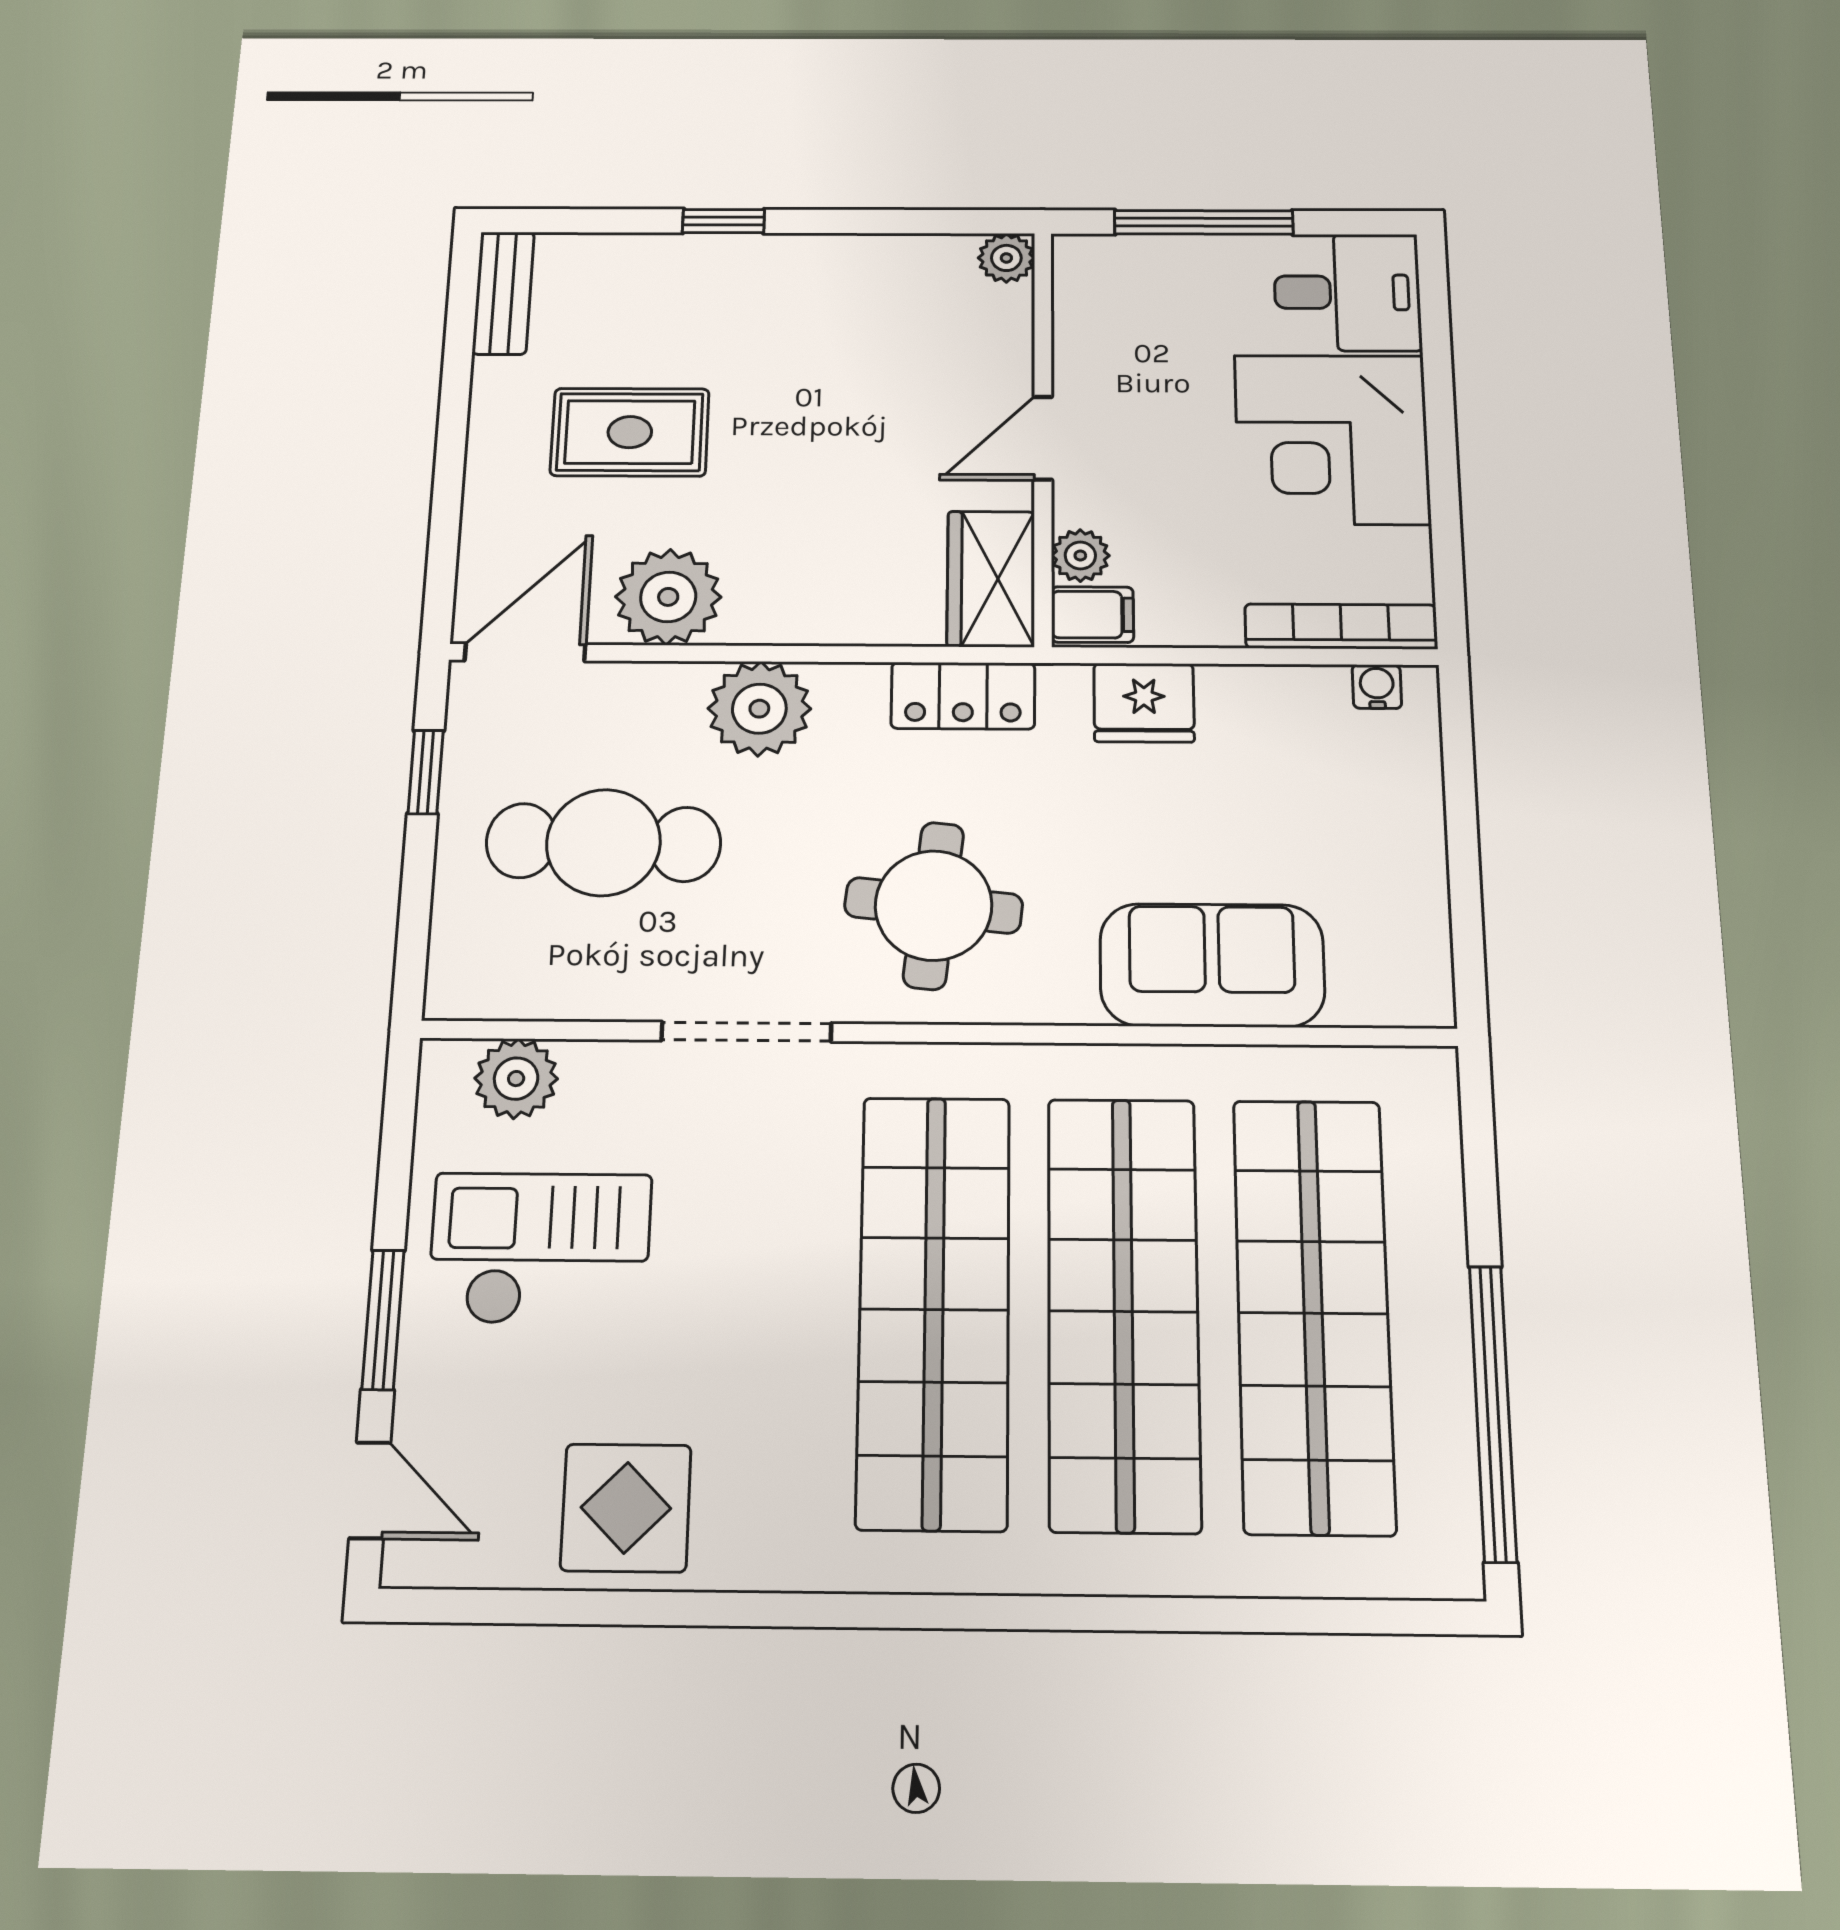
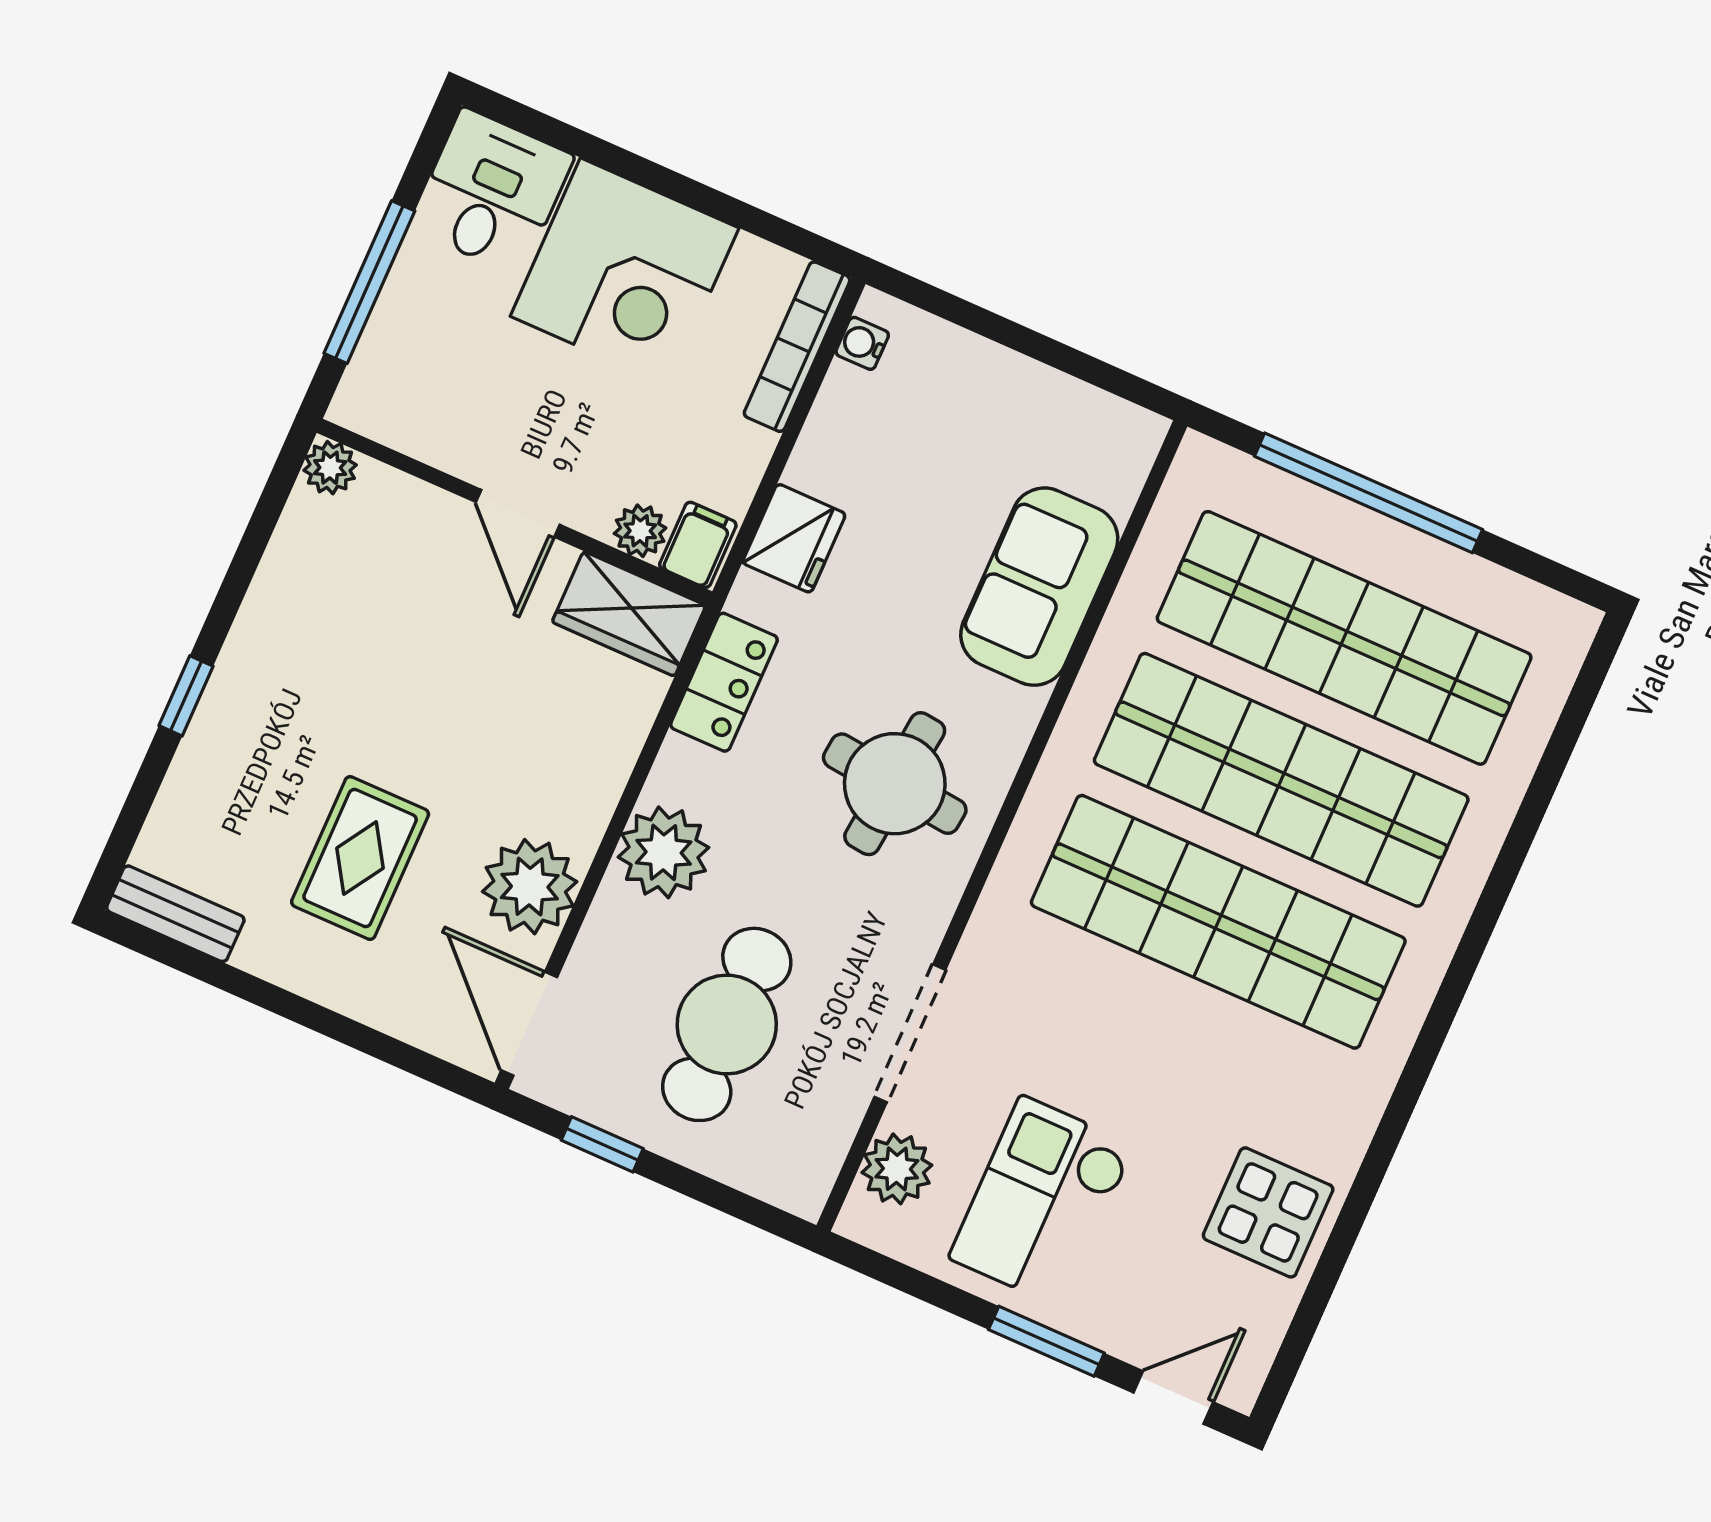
doorway: (746, 1032) -> (910, 1033), moved
window: (1493, 1412) -> (1368, 493), moved

